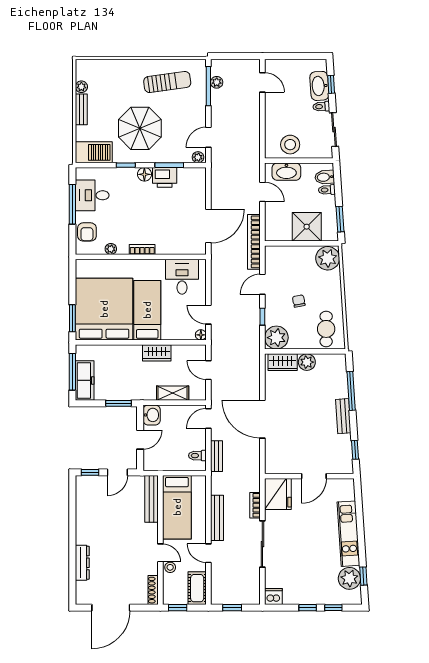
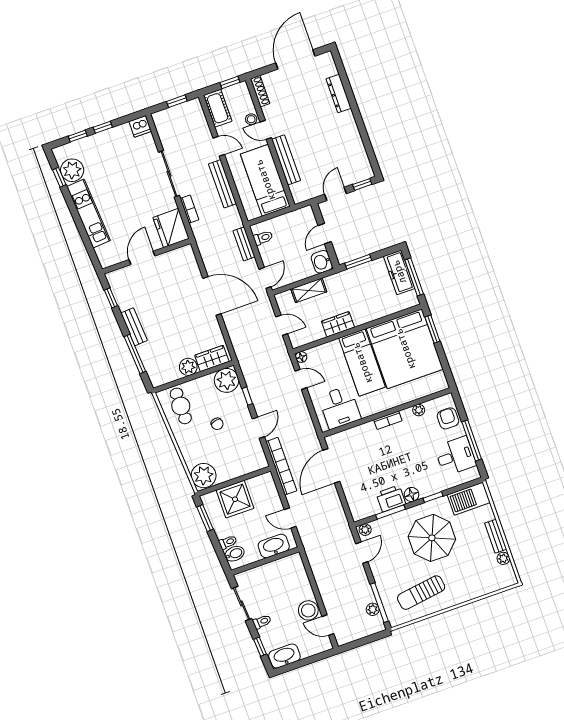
washbasin: (319, 86) -> (284, 656), moved, turned -86
stool: (290, 145) -> (308, 610), moved
bench: (151, 499) -> (286, 160), moved

